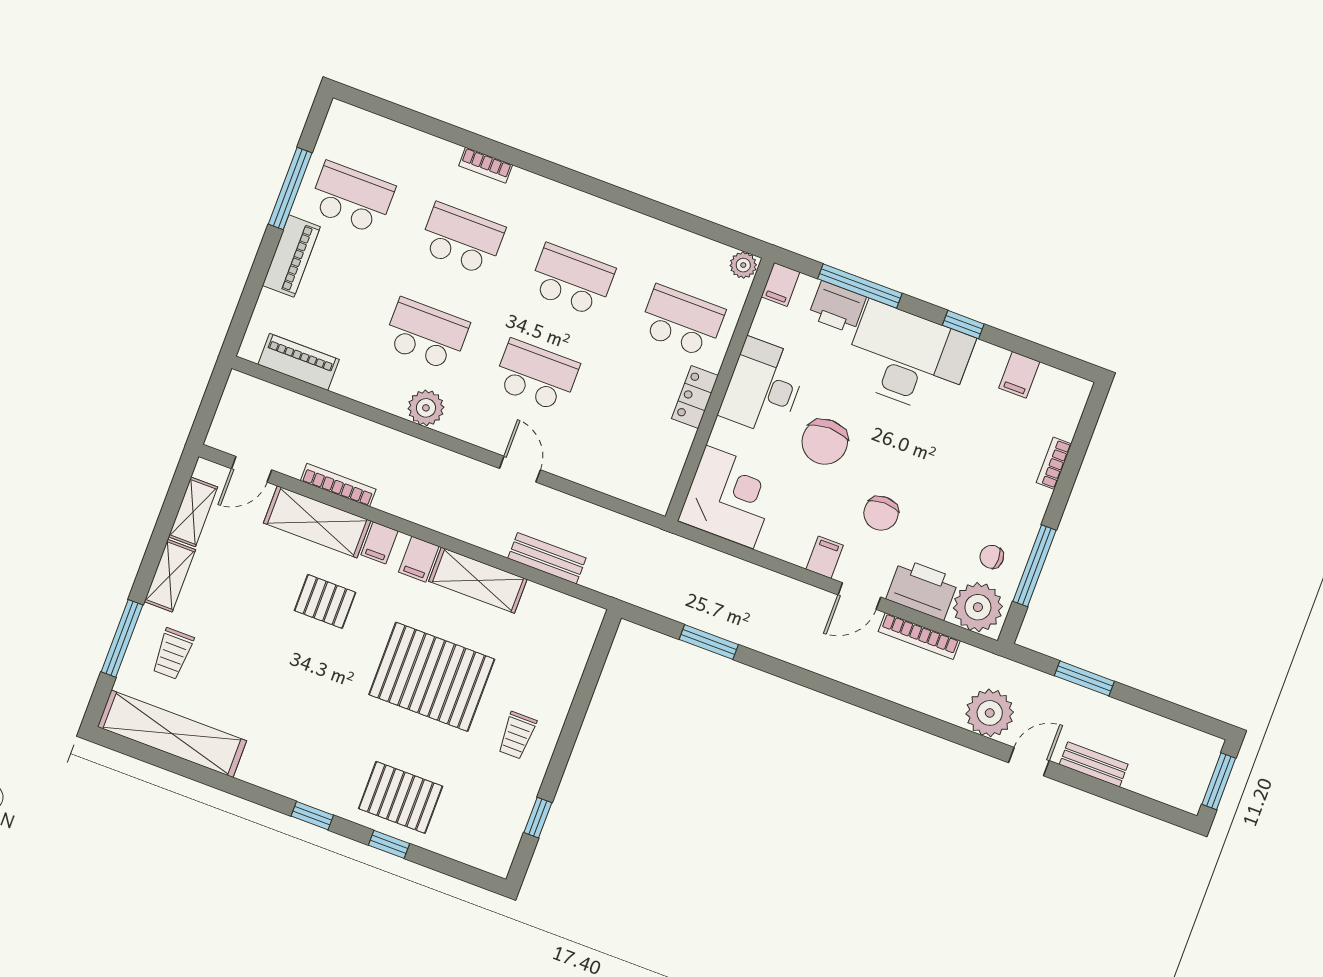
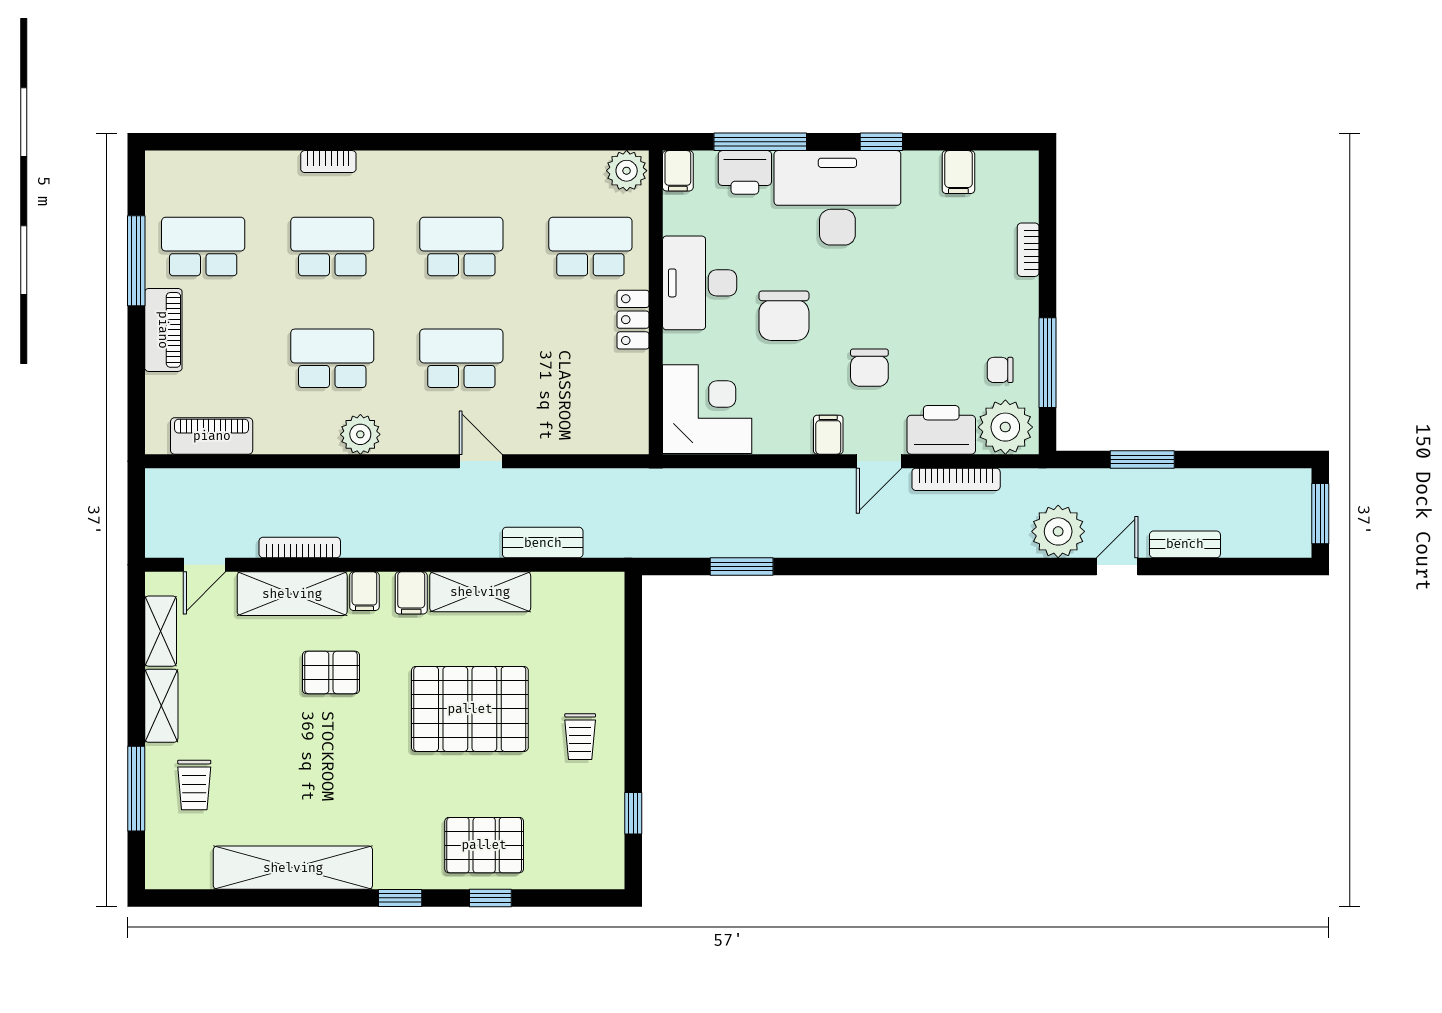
plant: (743, 265) -> (627, 171), width x1.38, depth x1.38
shelving: (172, 734) -> (293, 868), moved

